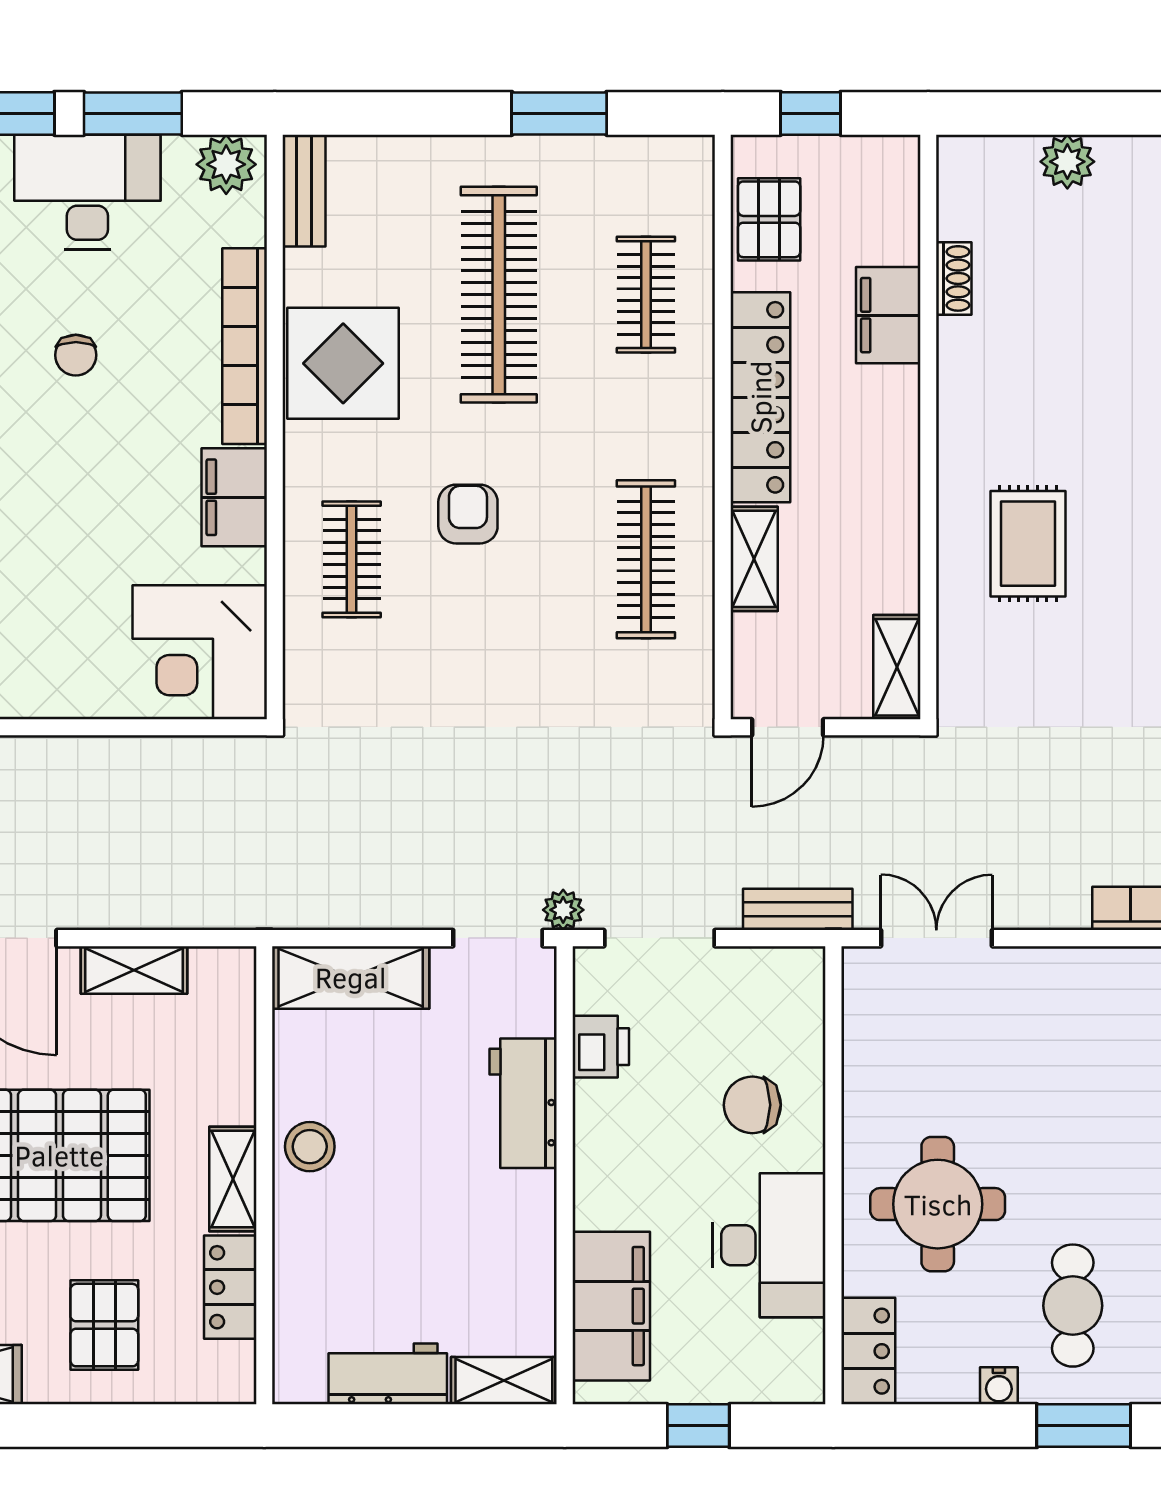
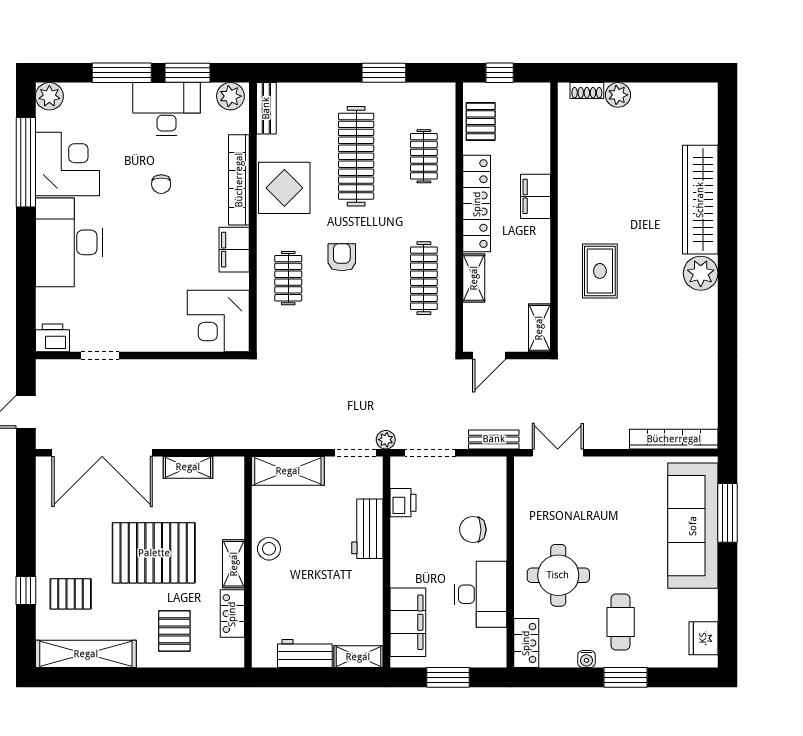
shoe rack: (954, 278) -> (587, 91), moved, turned 90
filing cabinet: (888, 315) -> (535, 196), moved
window: (698, 1426) -> (448, 677), width x1.50

